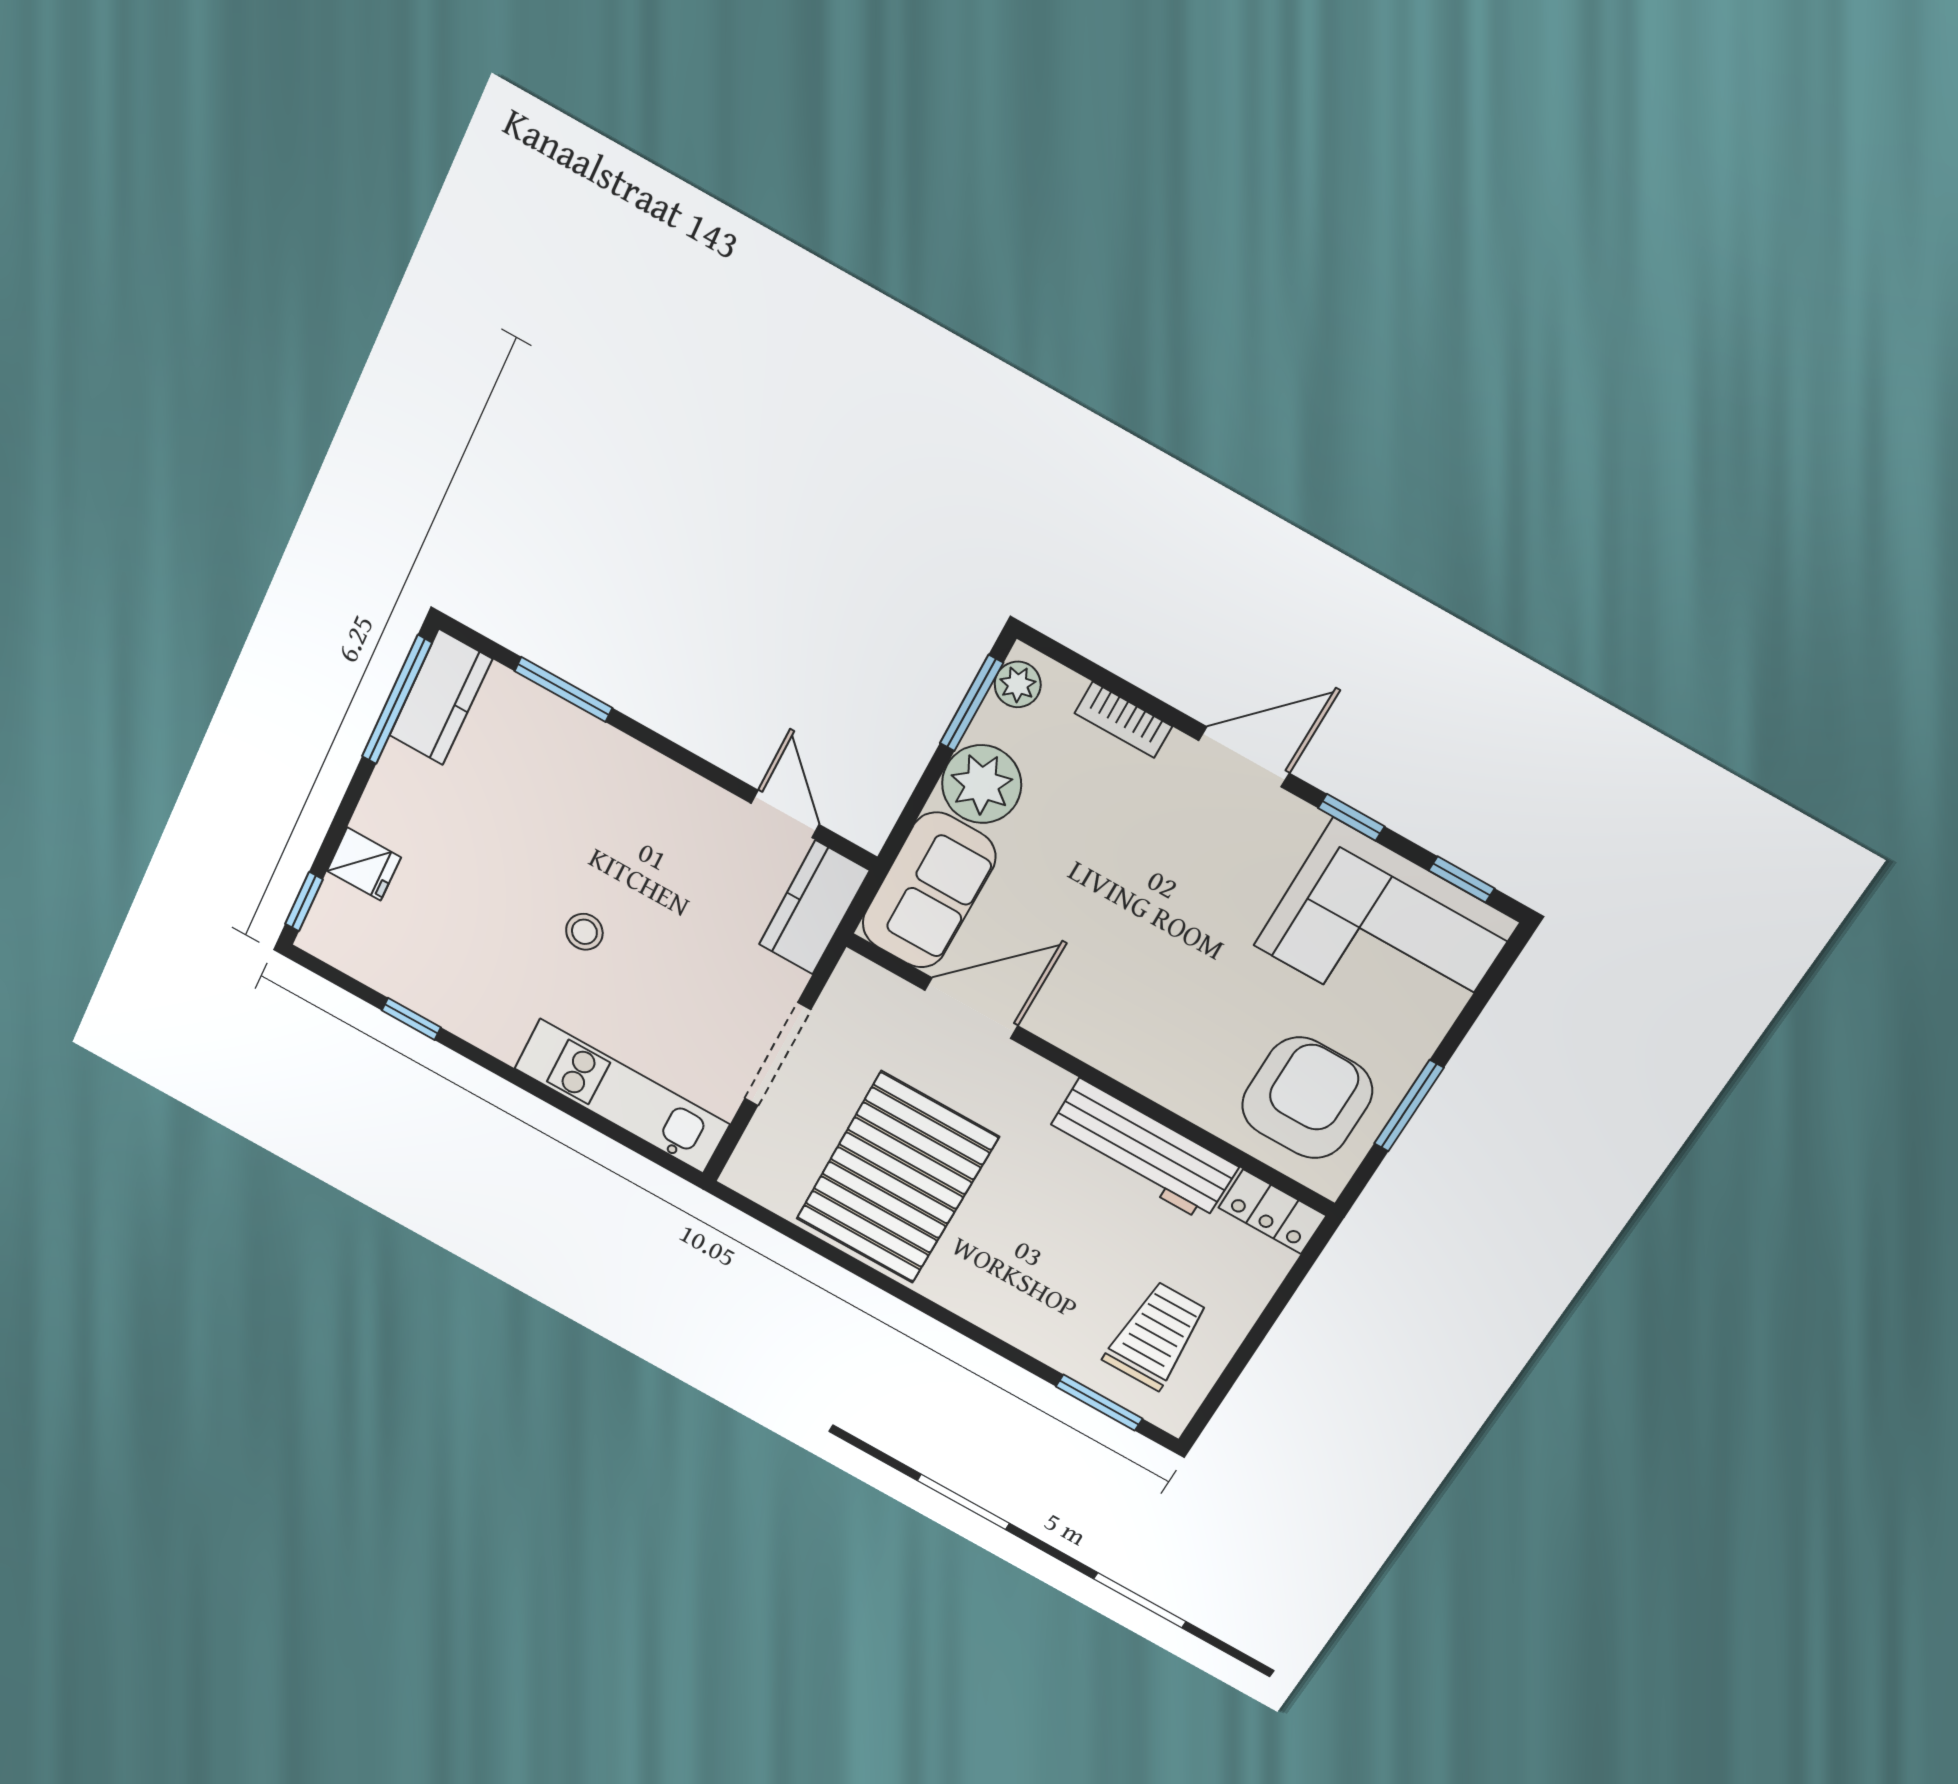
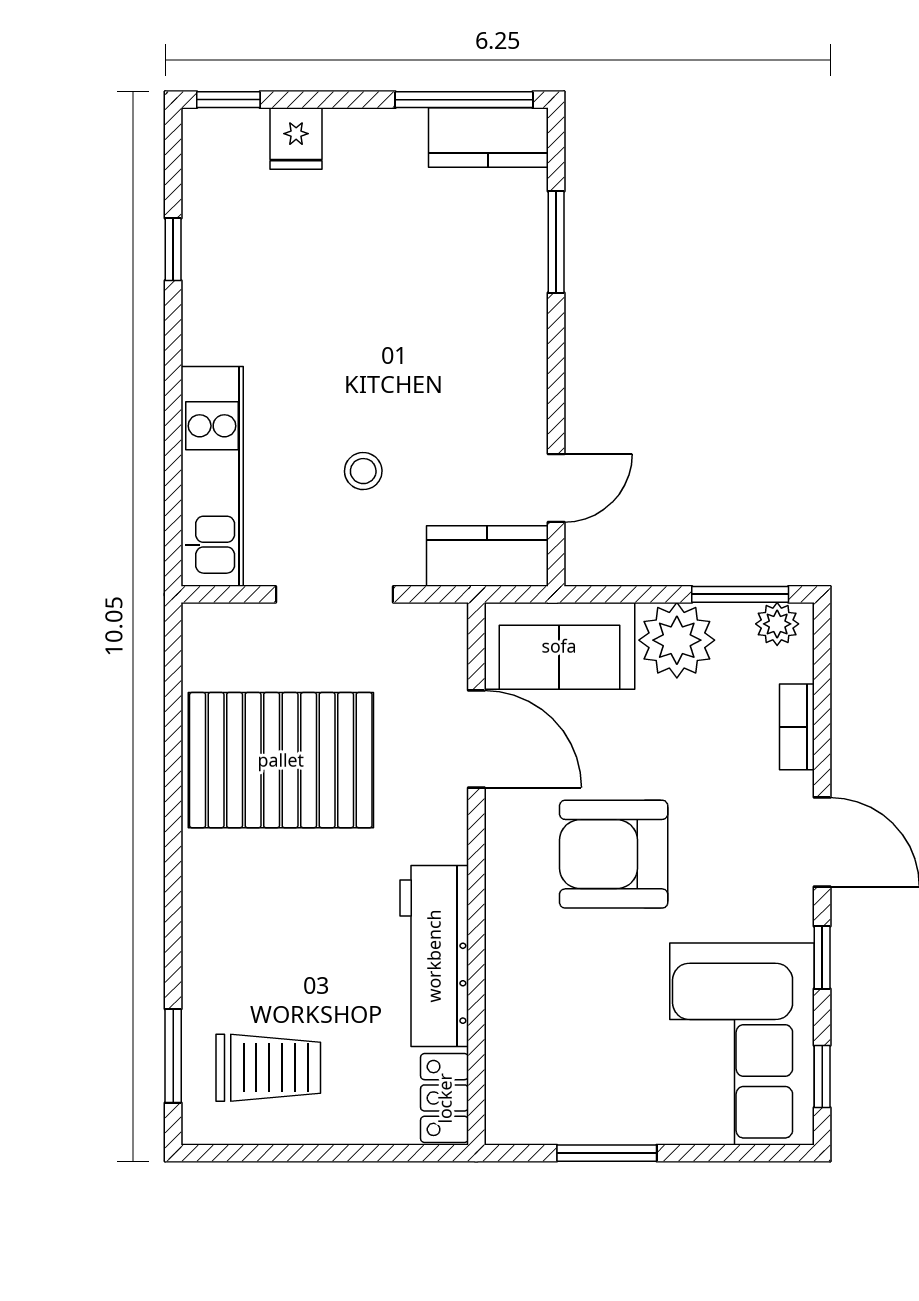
stool: (584, 932) -> (363, 471), moved
armchair: (1307, 1098) -> (614, 854), moved, turned 180

